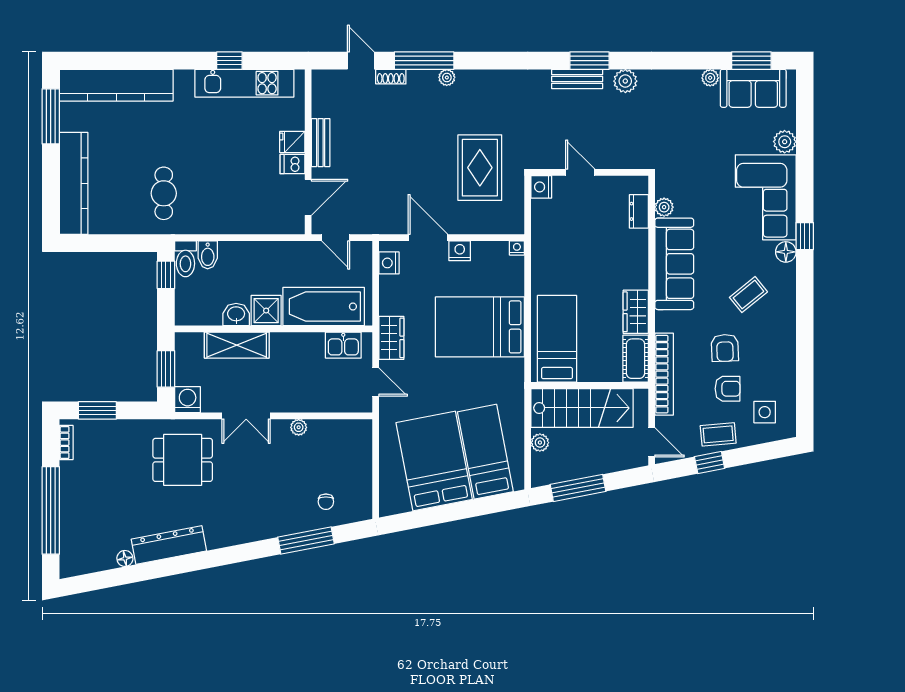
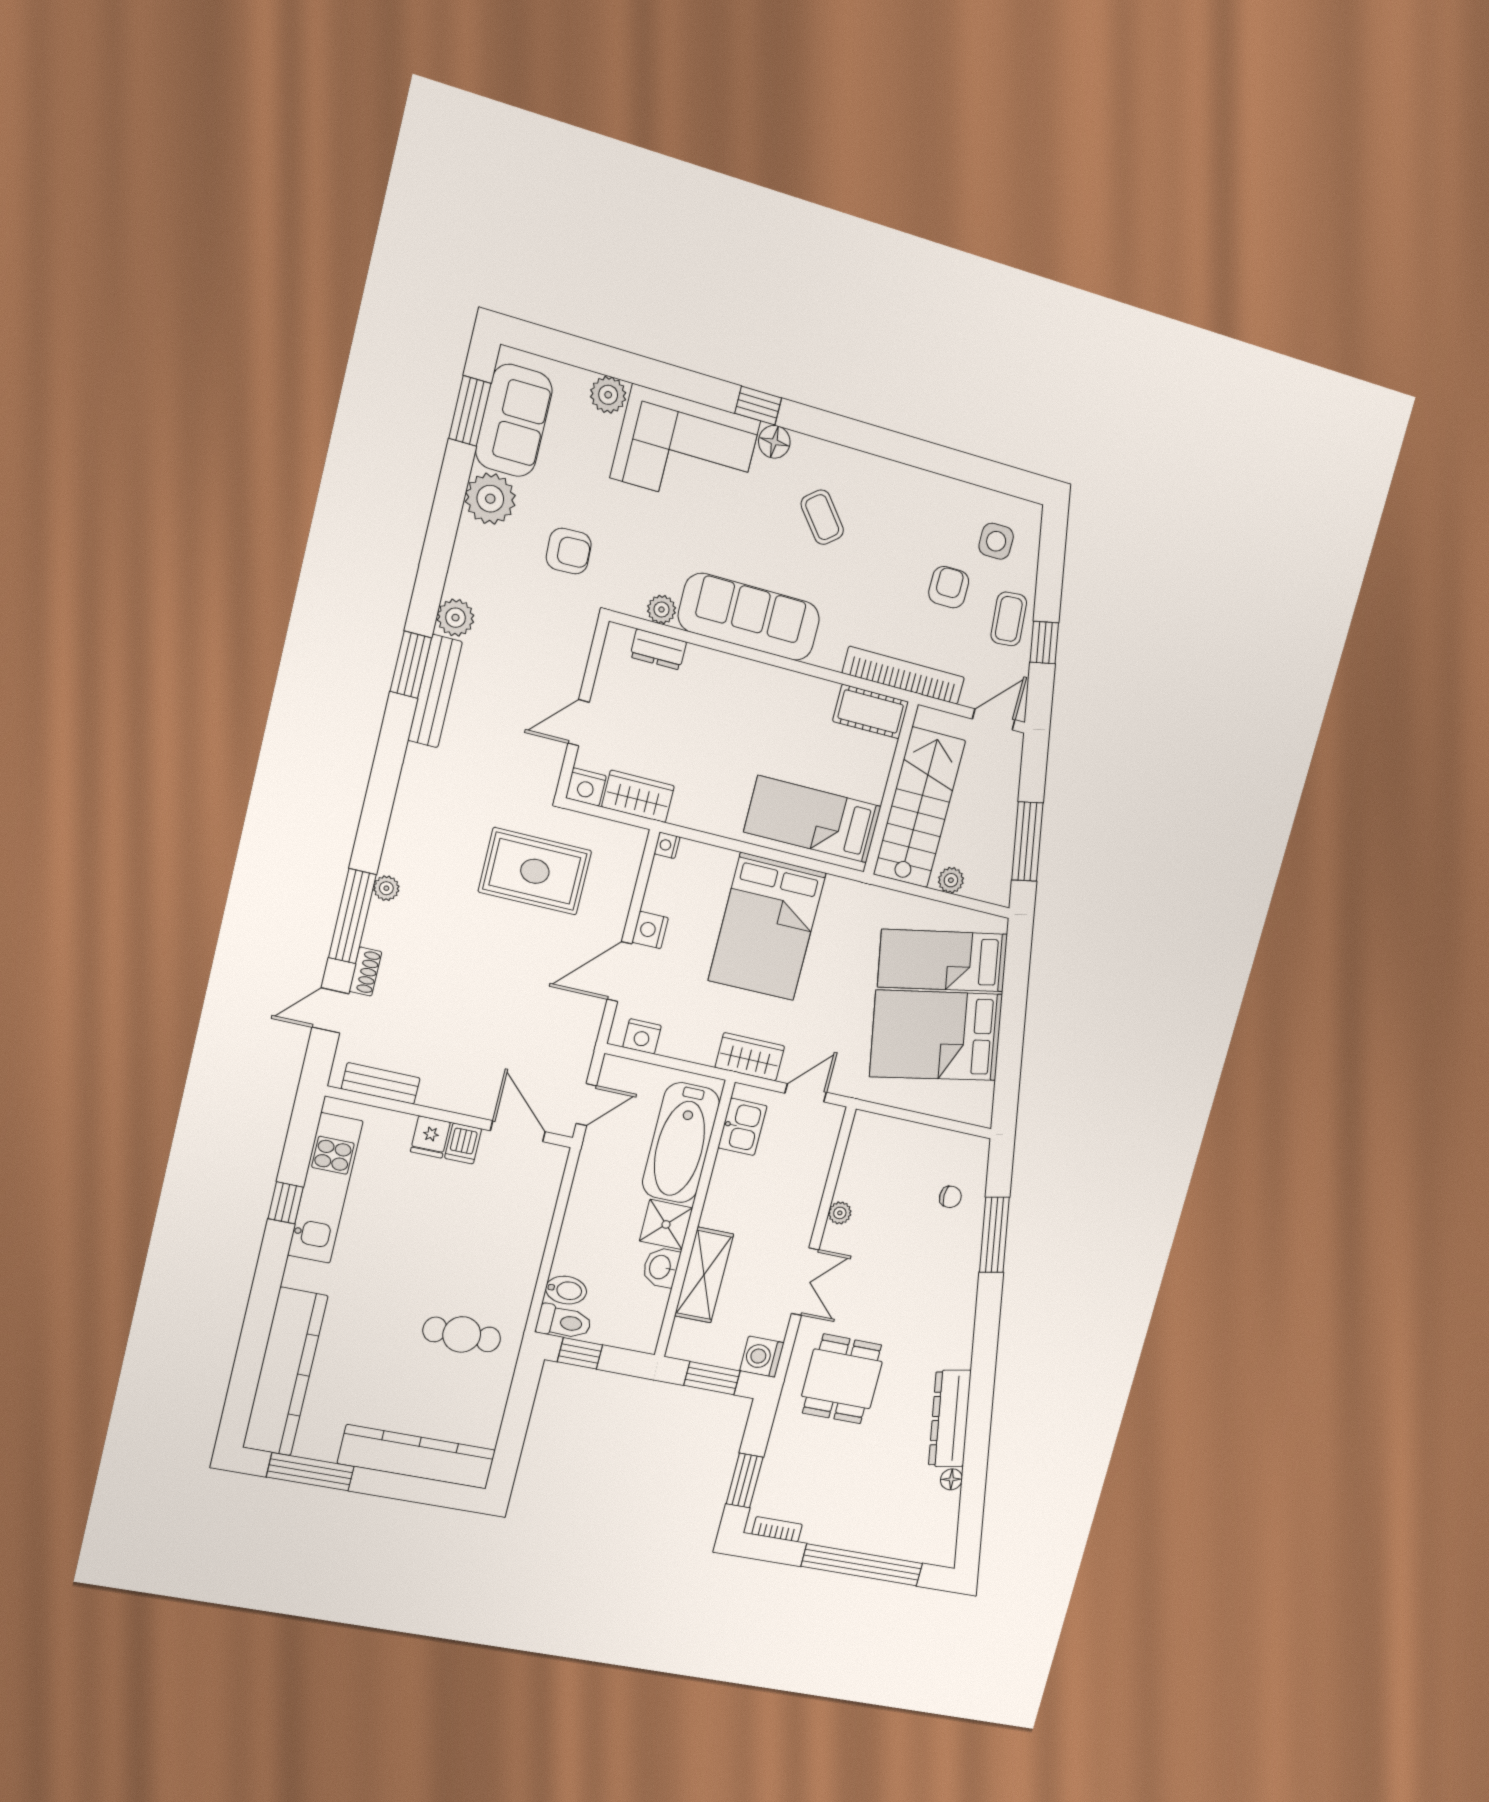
plant: (710, 78) -> (490, 499), width x1.87, depth x1.87
bench: (577, 79) -> (435, 691), width x1.36
bench: (321, 143) -> (381, 1083), moved
wardrobe: (636, 312) -> (638, 796), moved, turned 180
armchair: (725, 348) -> (569, 551), moved

